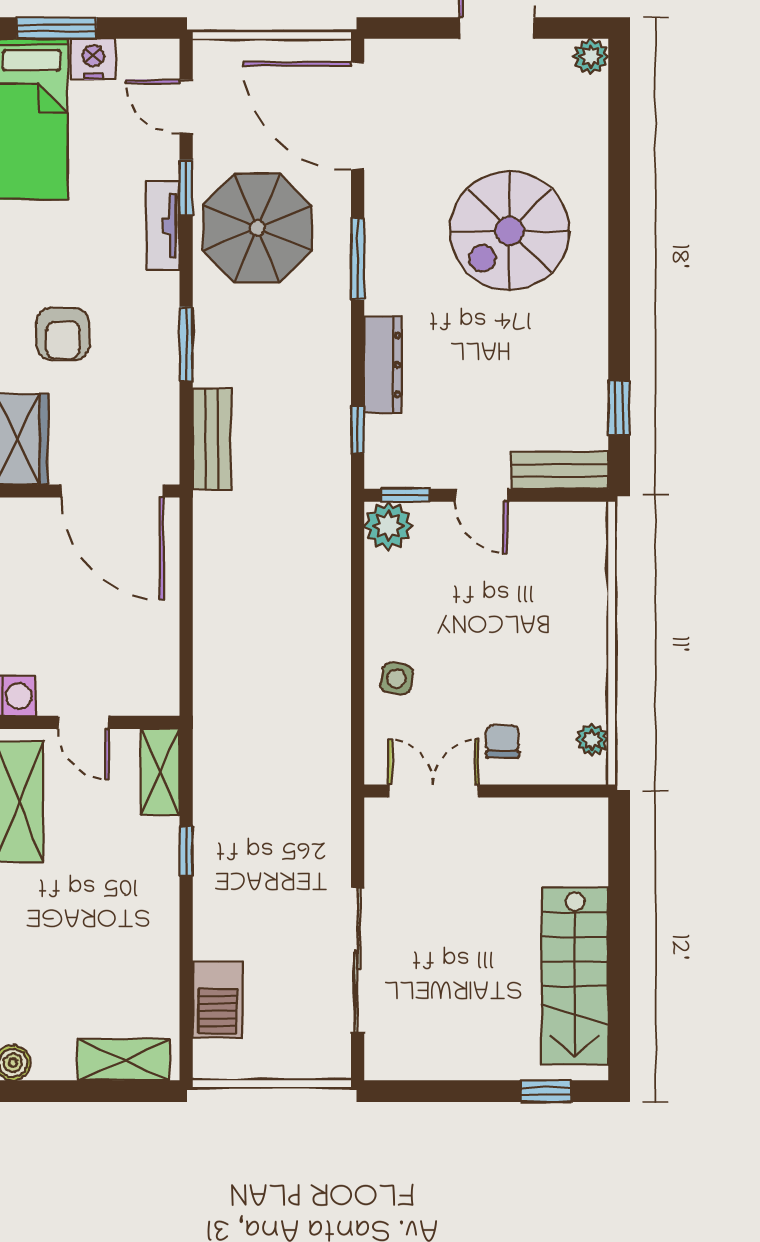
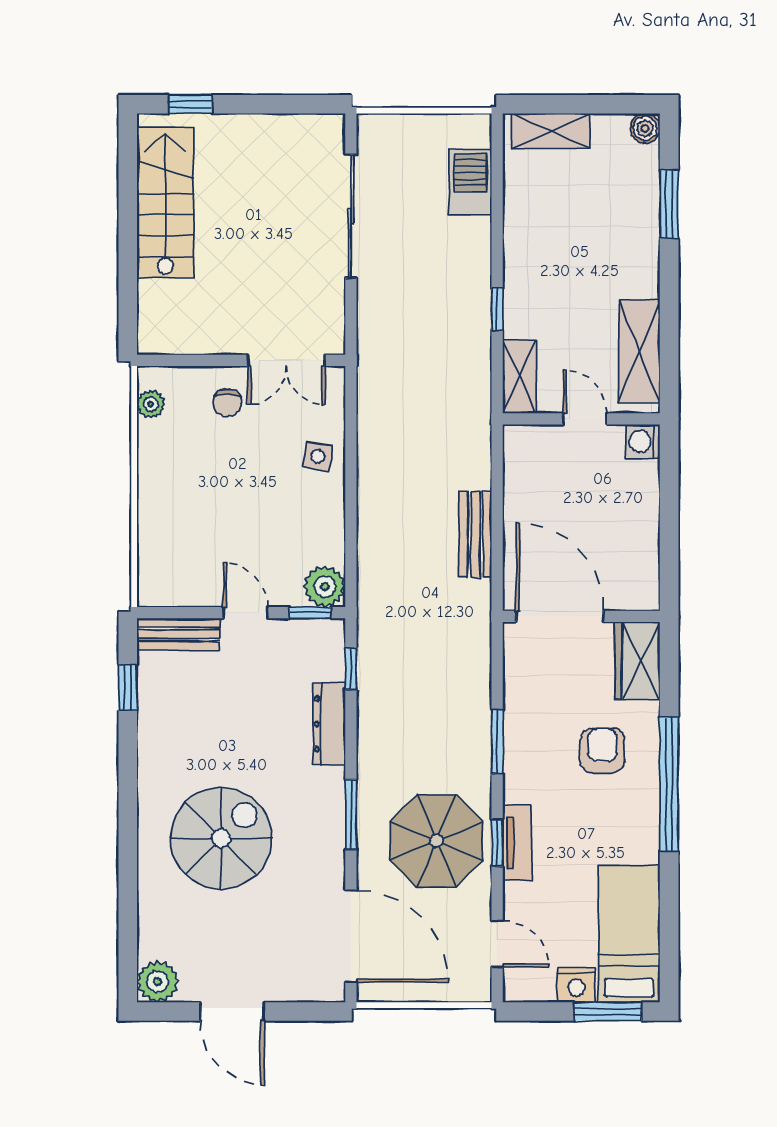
plant: (591, 56) -> (158, 982), width x1.38, depth x1.38
window: (186, 187) -> (497, 843), moved
bench: (212, 439) -> (475, 534), moved

